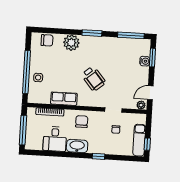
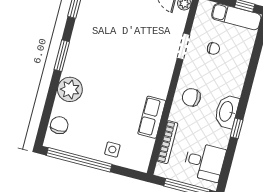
window: (26, 72) -> (79, 160), moved
wheelchair: (94, 79) -> (130, 67), removed
desk: (55, 139) -> (204, 162), moved
window: (99, 156) -> (237, 128), moved

